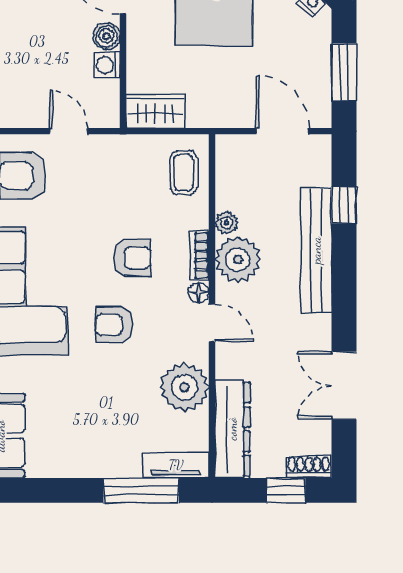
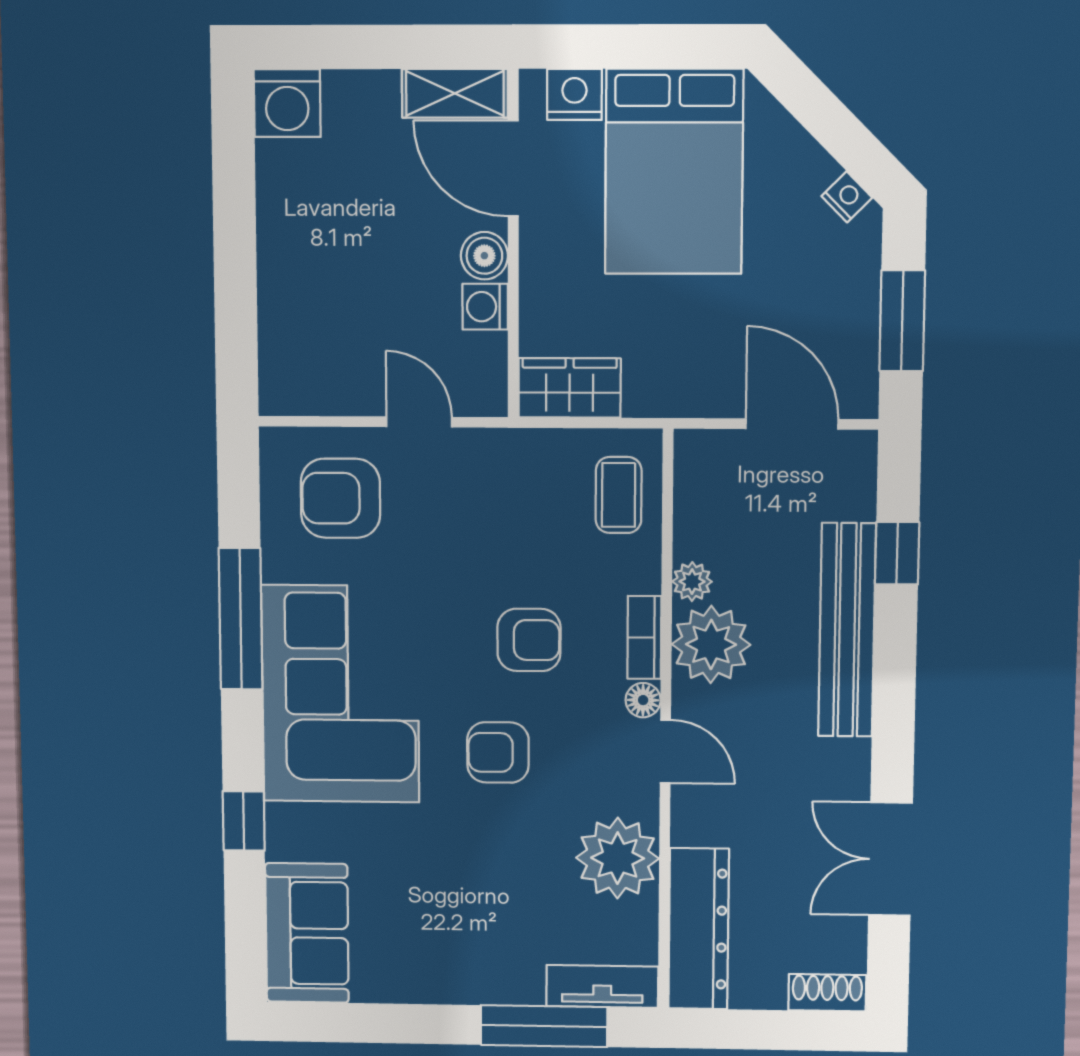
window: (286, 490) -> (788, 1030), removed

